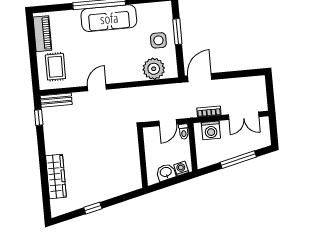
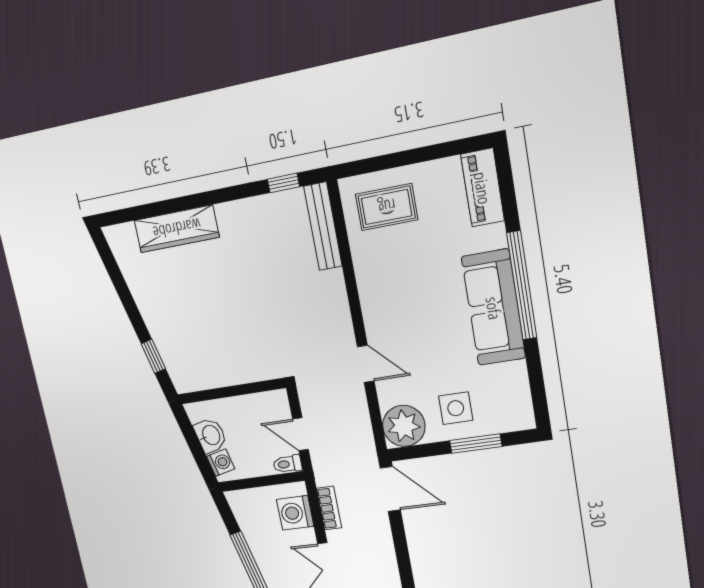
piano: (42, 34) -> (483, 188), moved, turned 90
plant: (154, 69) -> (404, 426), moved
door: (97, 88) -> (366, 364), moved
bench: (56, 100) -> (323, 226), width x1.36
window: (93, 208) -> (153, 356), moved

